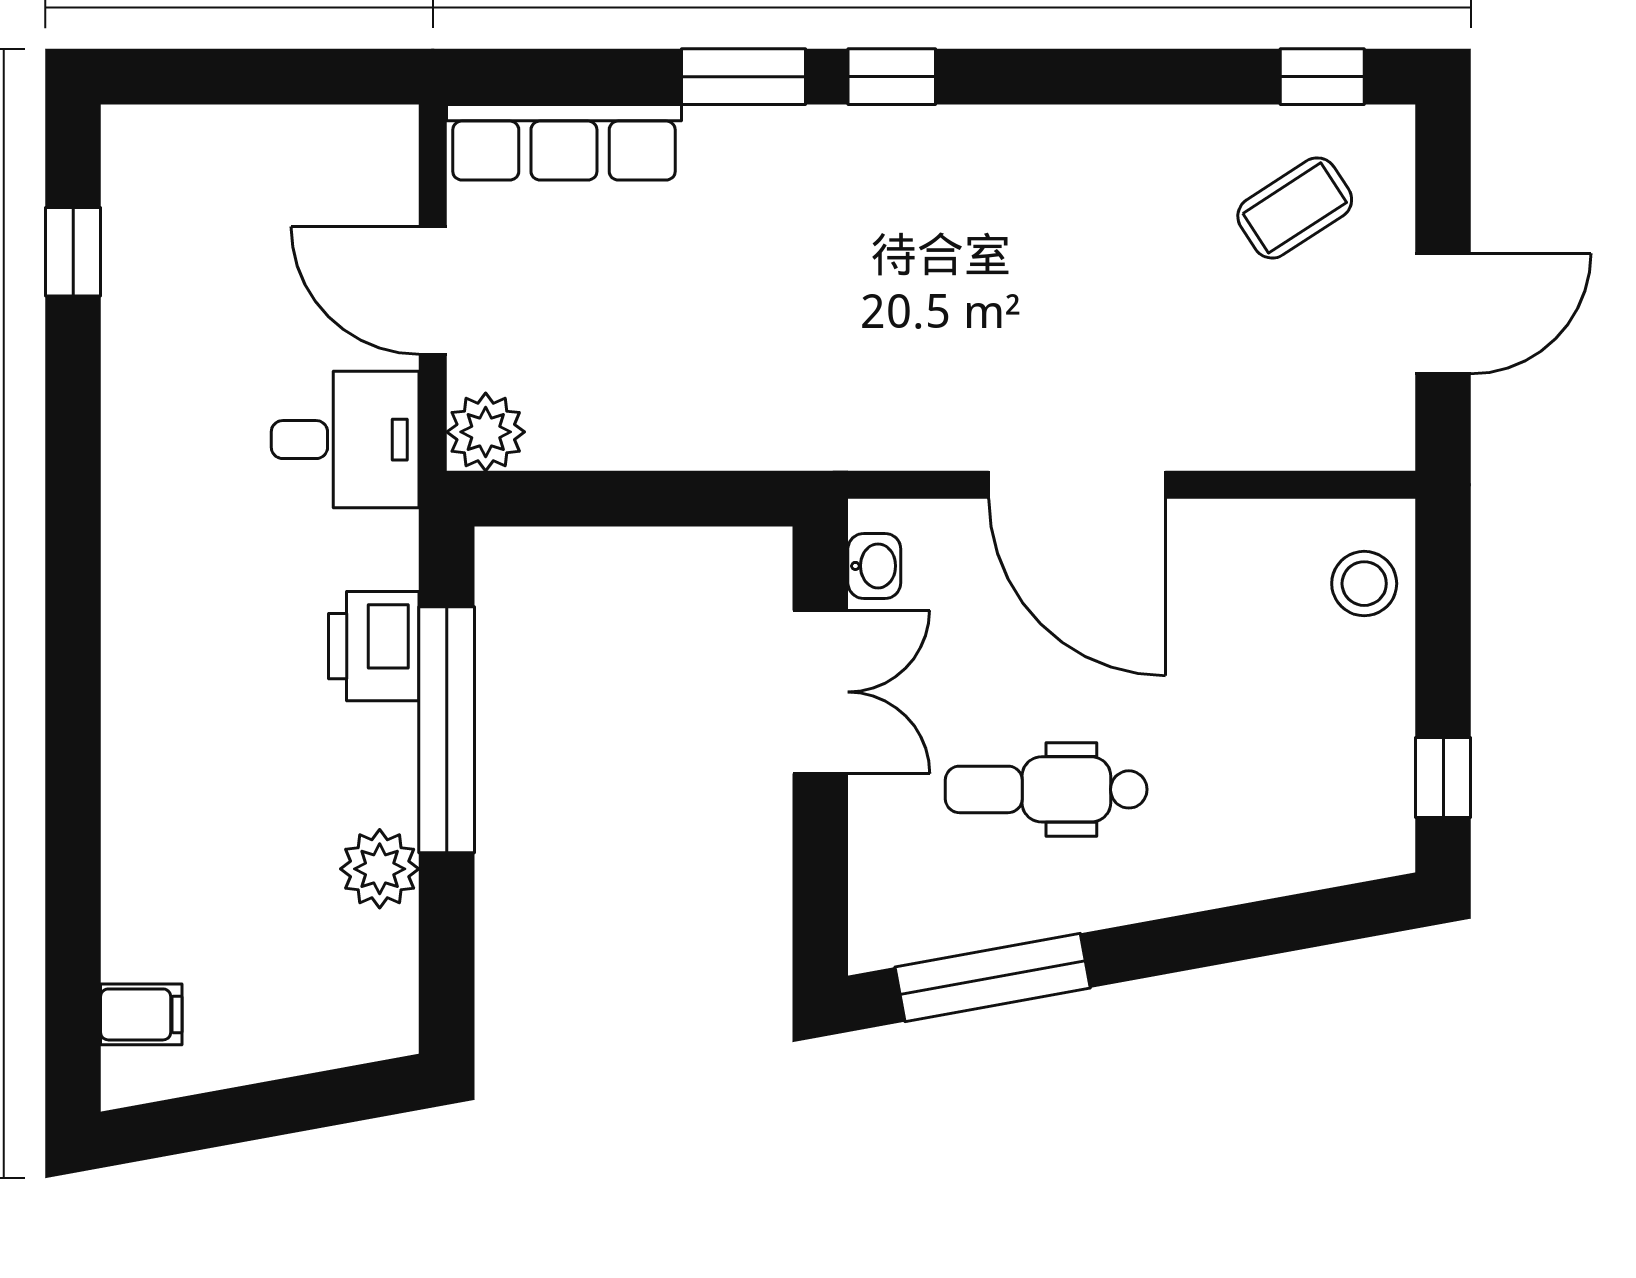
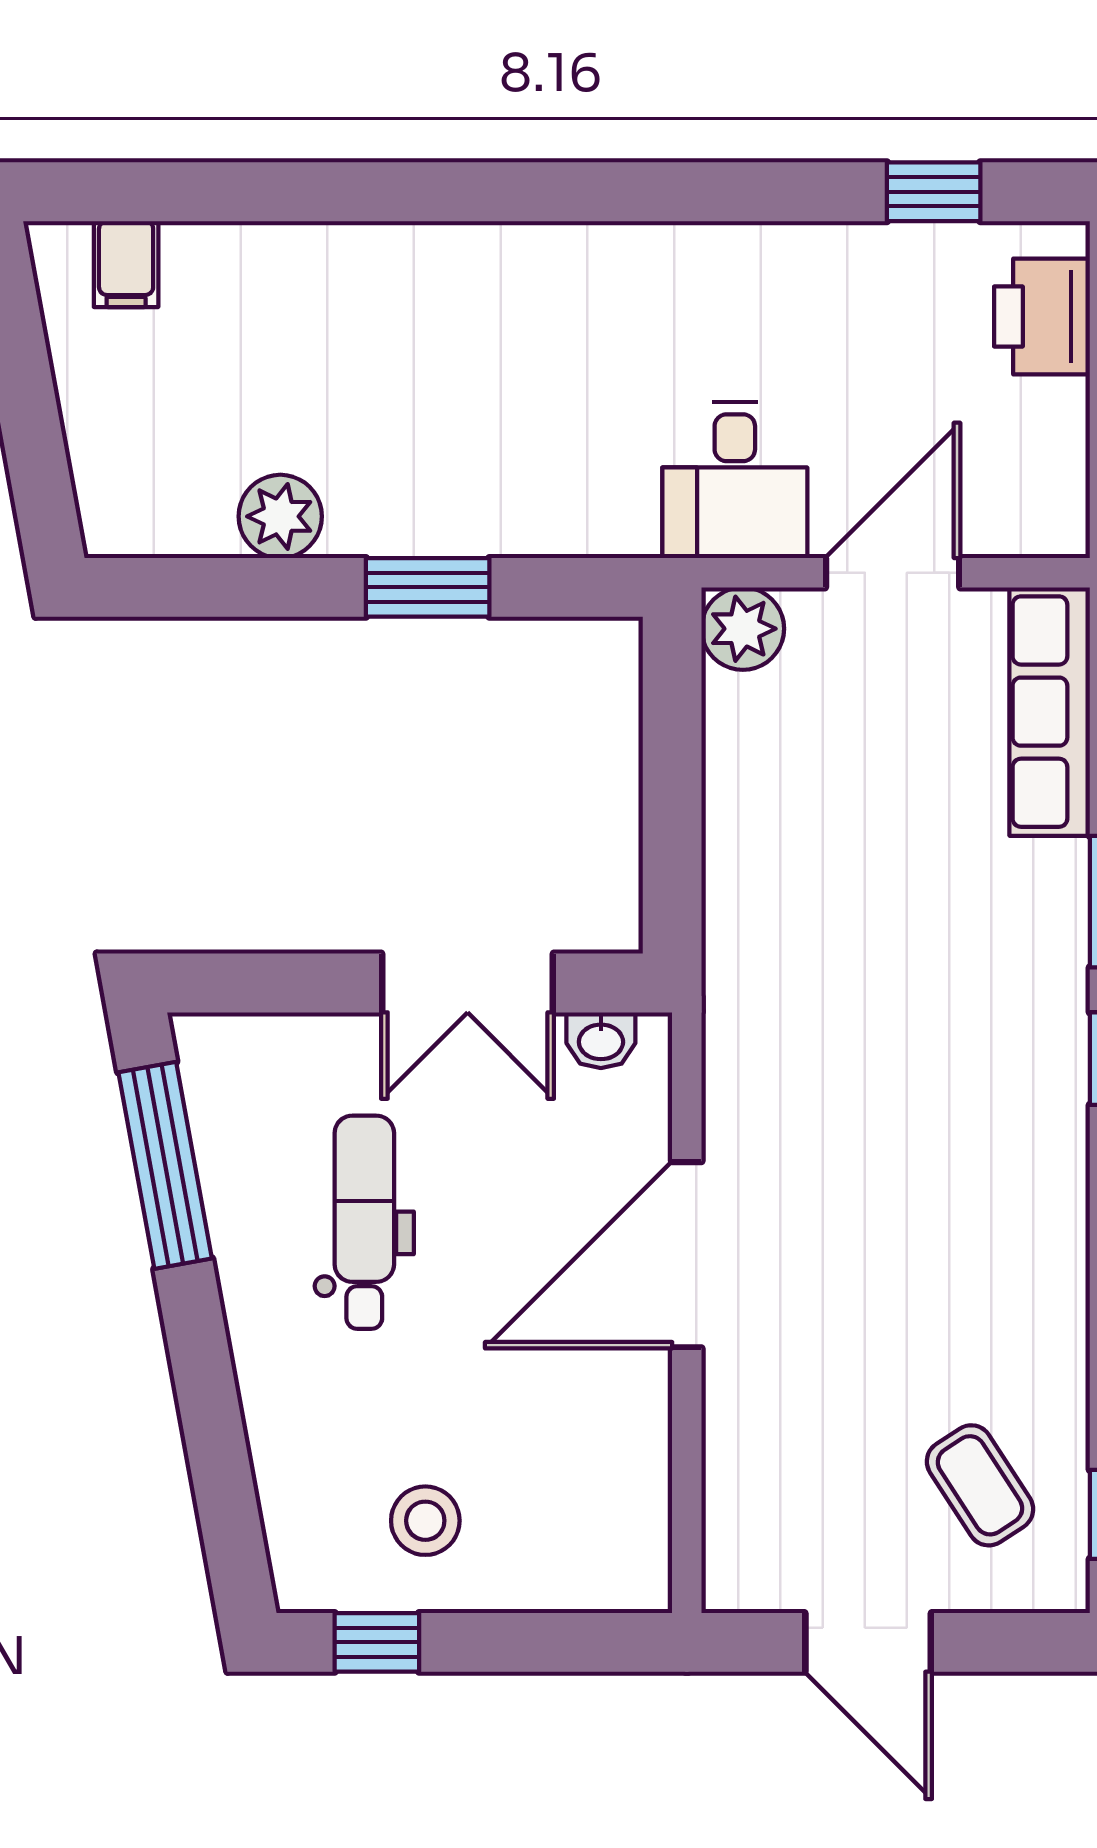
stool: (1364, 584) -> (425, 1521), moved
printer: (374, 646) -> (1042, 317), moved, turned -90
window: (447, 730) -> (428, 587), width x0.47

